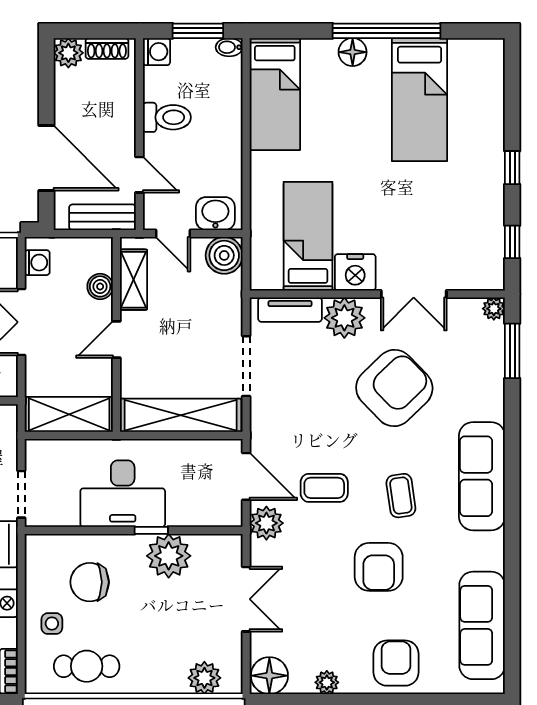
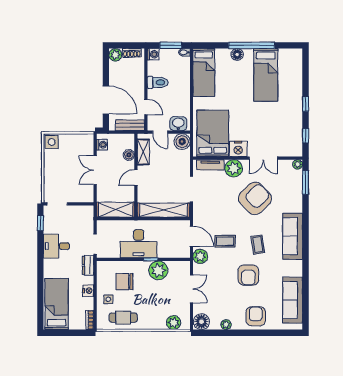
bed: (308, 236) -> (213, 133), width x1.50

